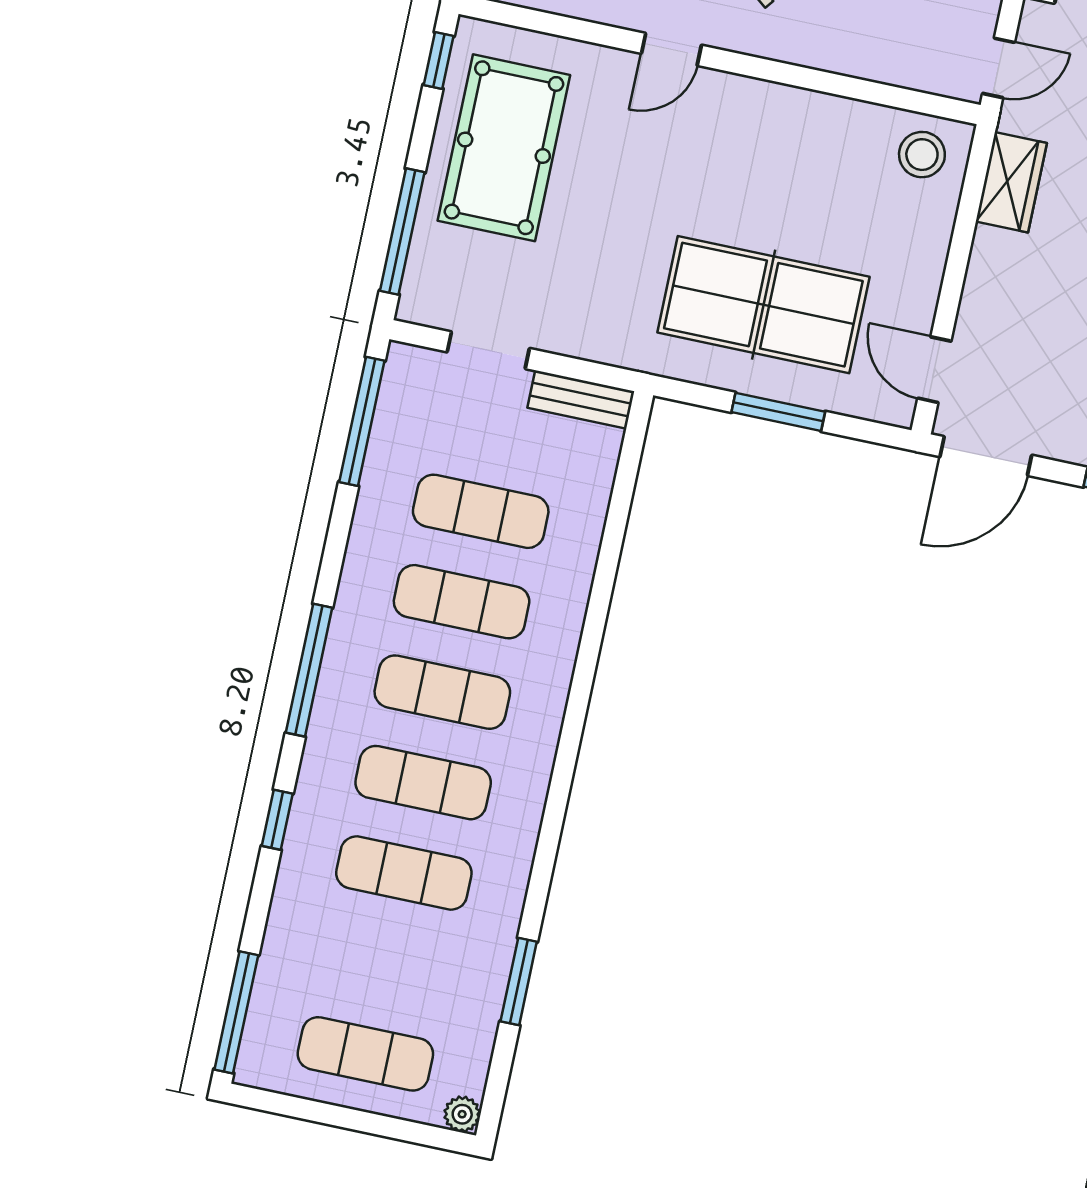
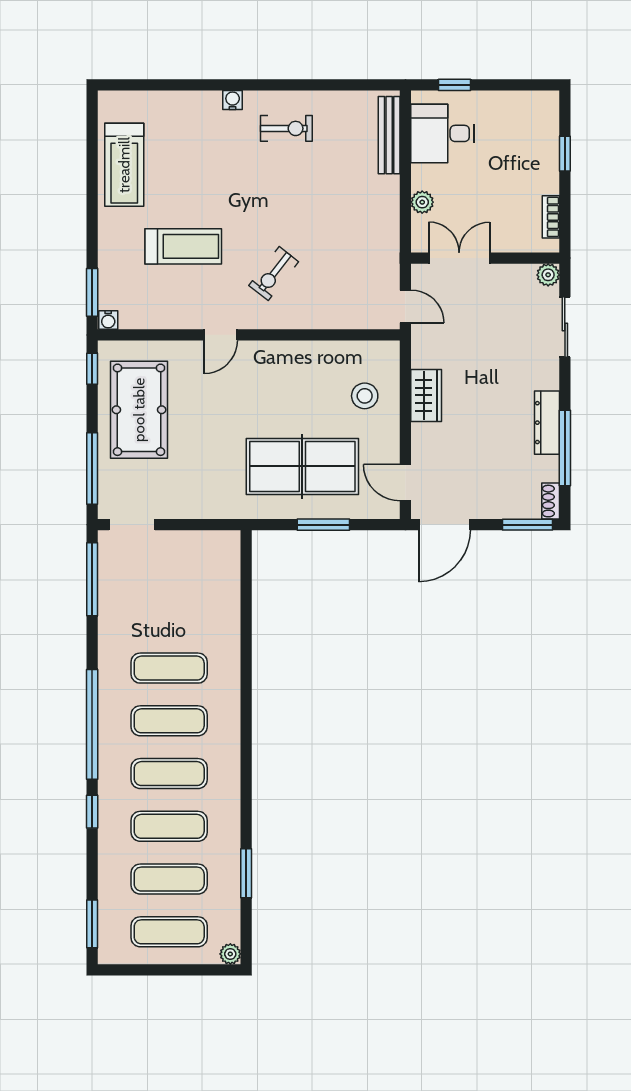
door: (999, 68) -> (405, 306), hinge flipped
stool: (922, 155) -> (365, 396), moved
wardrobe: (1011, 182) -> (426, 395), moved
doorway: (488, 350) -> (132, 525), moved
bench: (581, 399) -> (212, 541), removed
exercise mat: (481, 511) -> (169, 879), moved
window: (309, 670) -> (92, 724), width x1.46
window: (236, 1012) -> (92, 924), width x0.69

